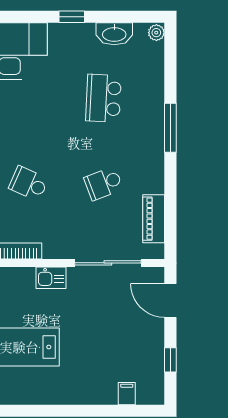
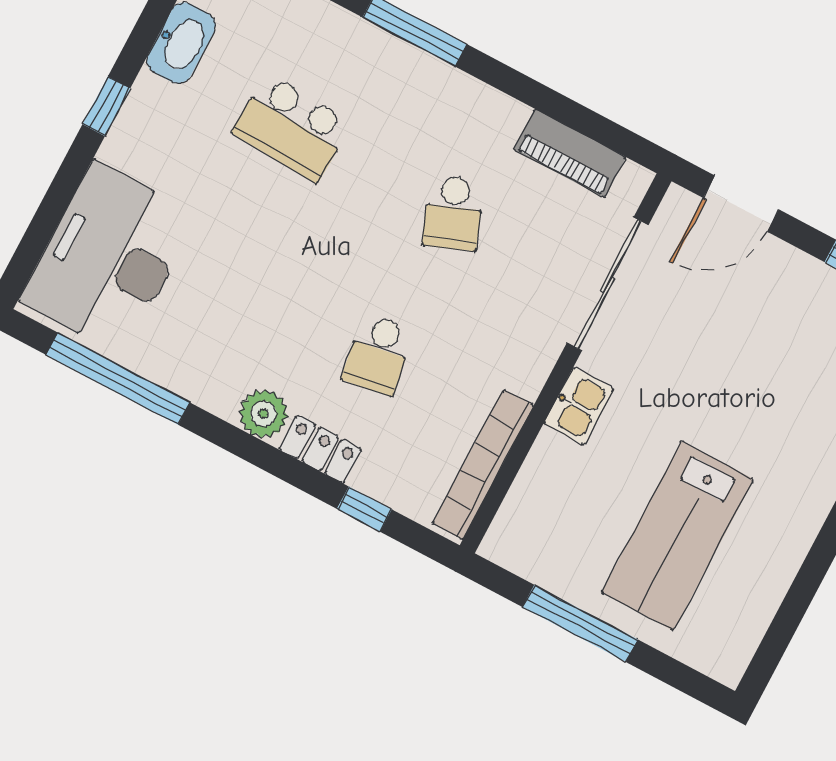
school desk: (29, 183) -> (378, 355), turned -33

